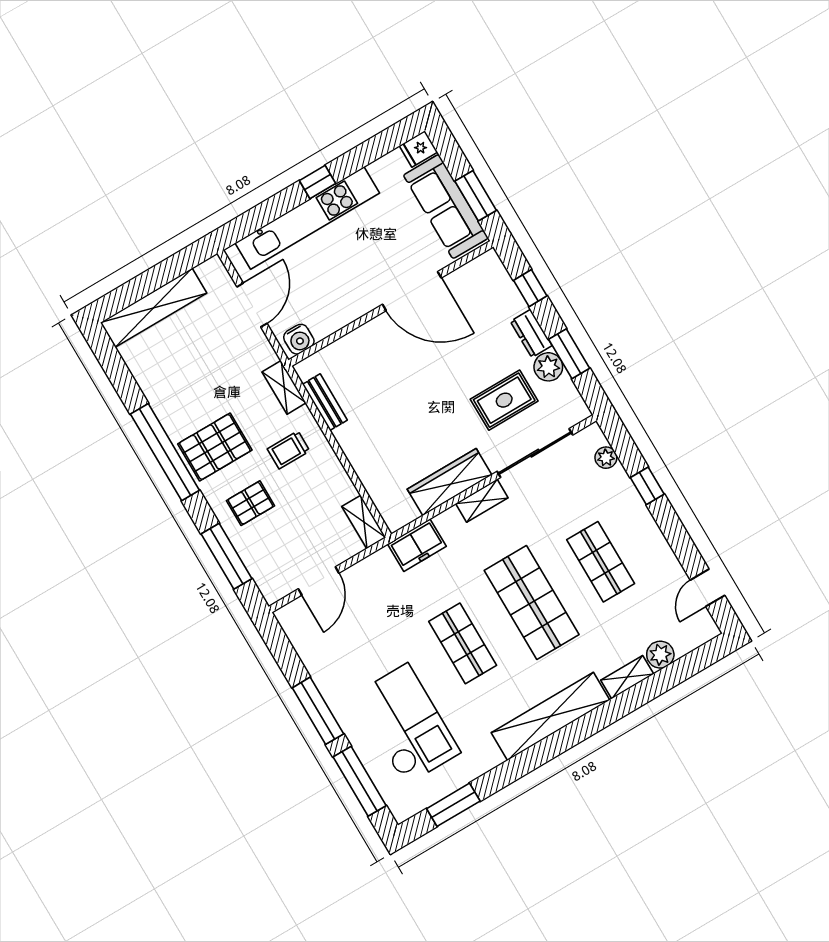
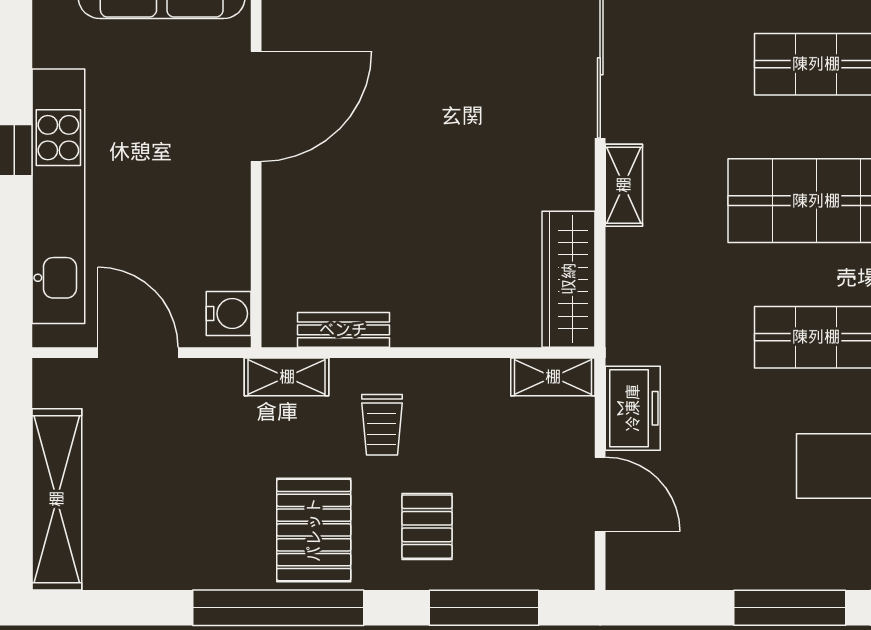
rug: (504, 400) -> (496, 65), removed
wardrobe: (450, 482) -> (569, 279), moved
freezer: (417, 545) -> (633, 408), moved

